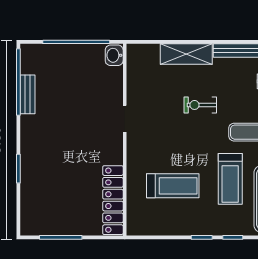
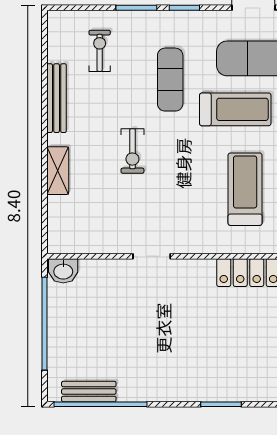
shelving: (186, 54) -> (58, 171), width x0.67, depth x0.75
bench: (28, 94) -> (89, 391), moved

